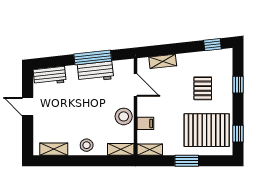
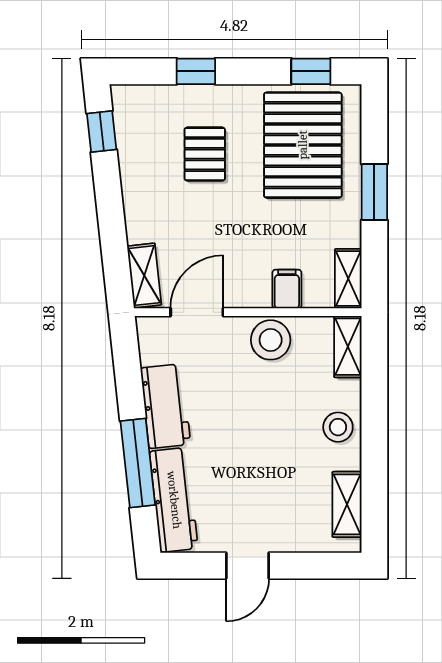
window: (93, 58) -> (138, 463), moved
shelving: (163, 61) -> (144, 276), moved
workbench: (50, 76) -> (174, 500), width x1.38
pallet: (203, 88) -> (205, 154), turned 90

